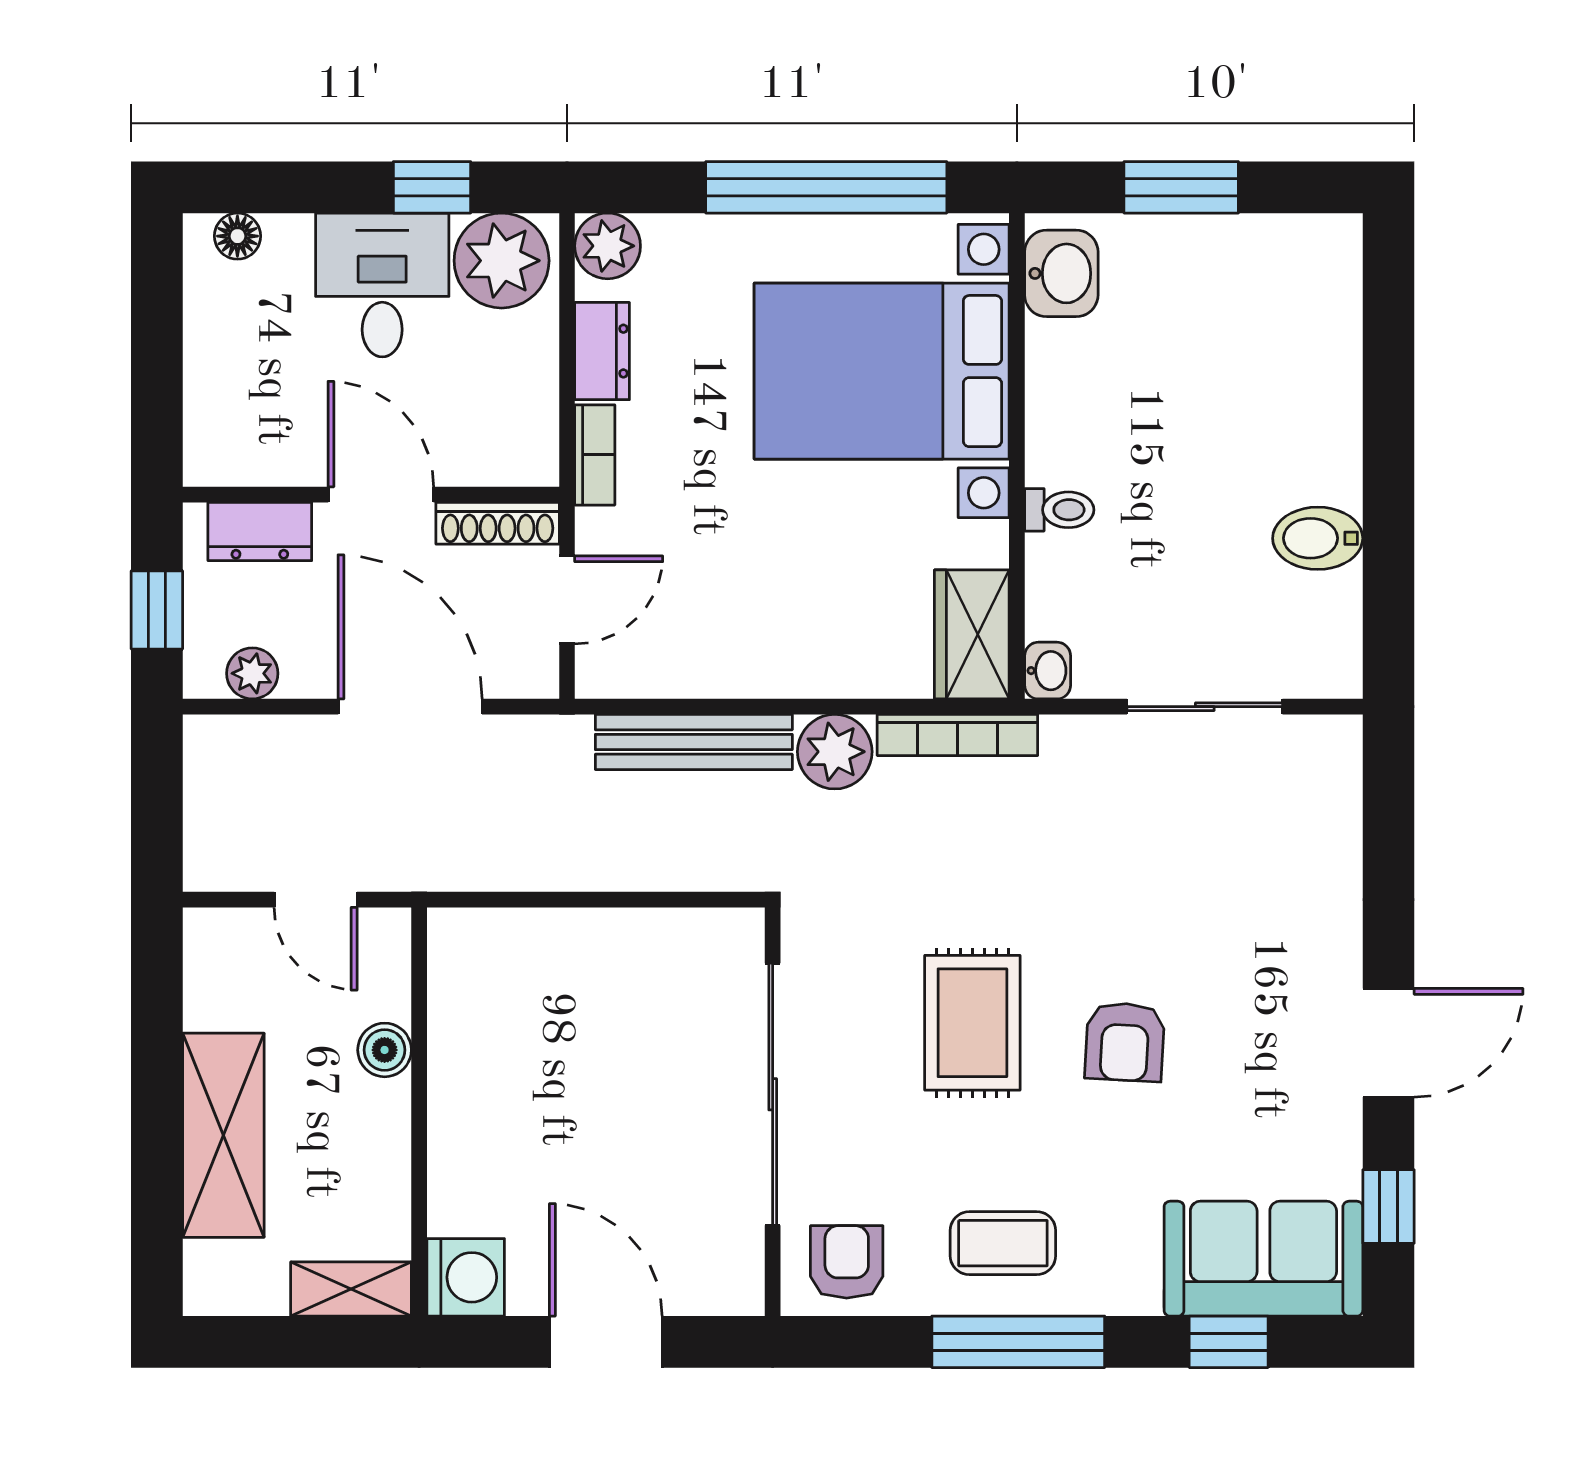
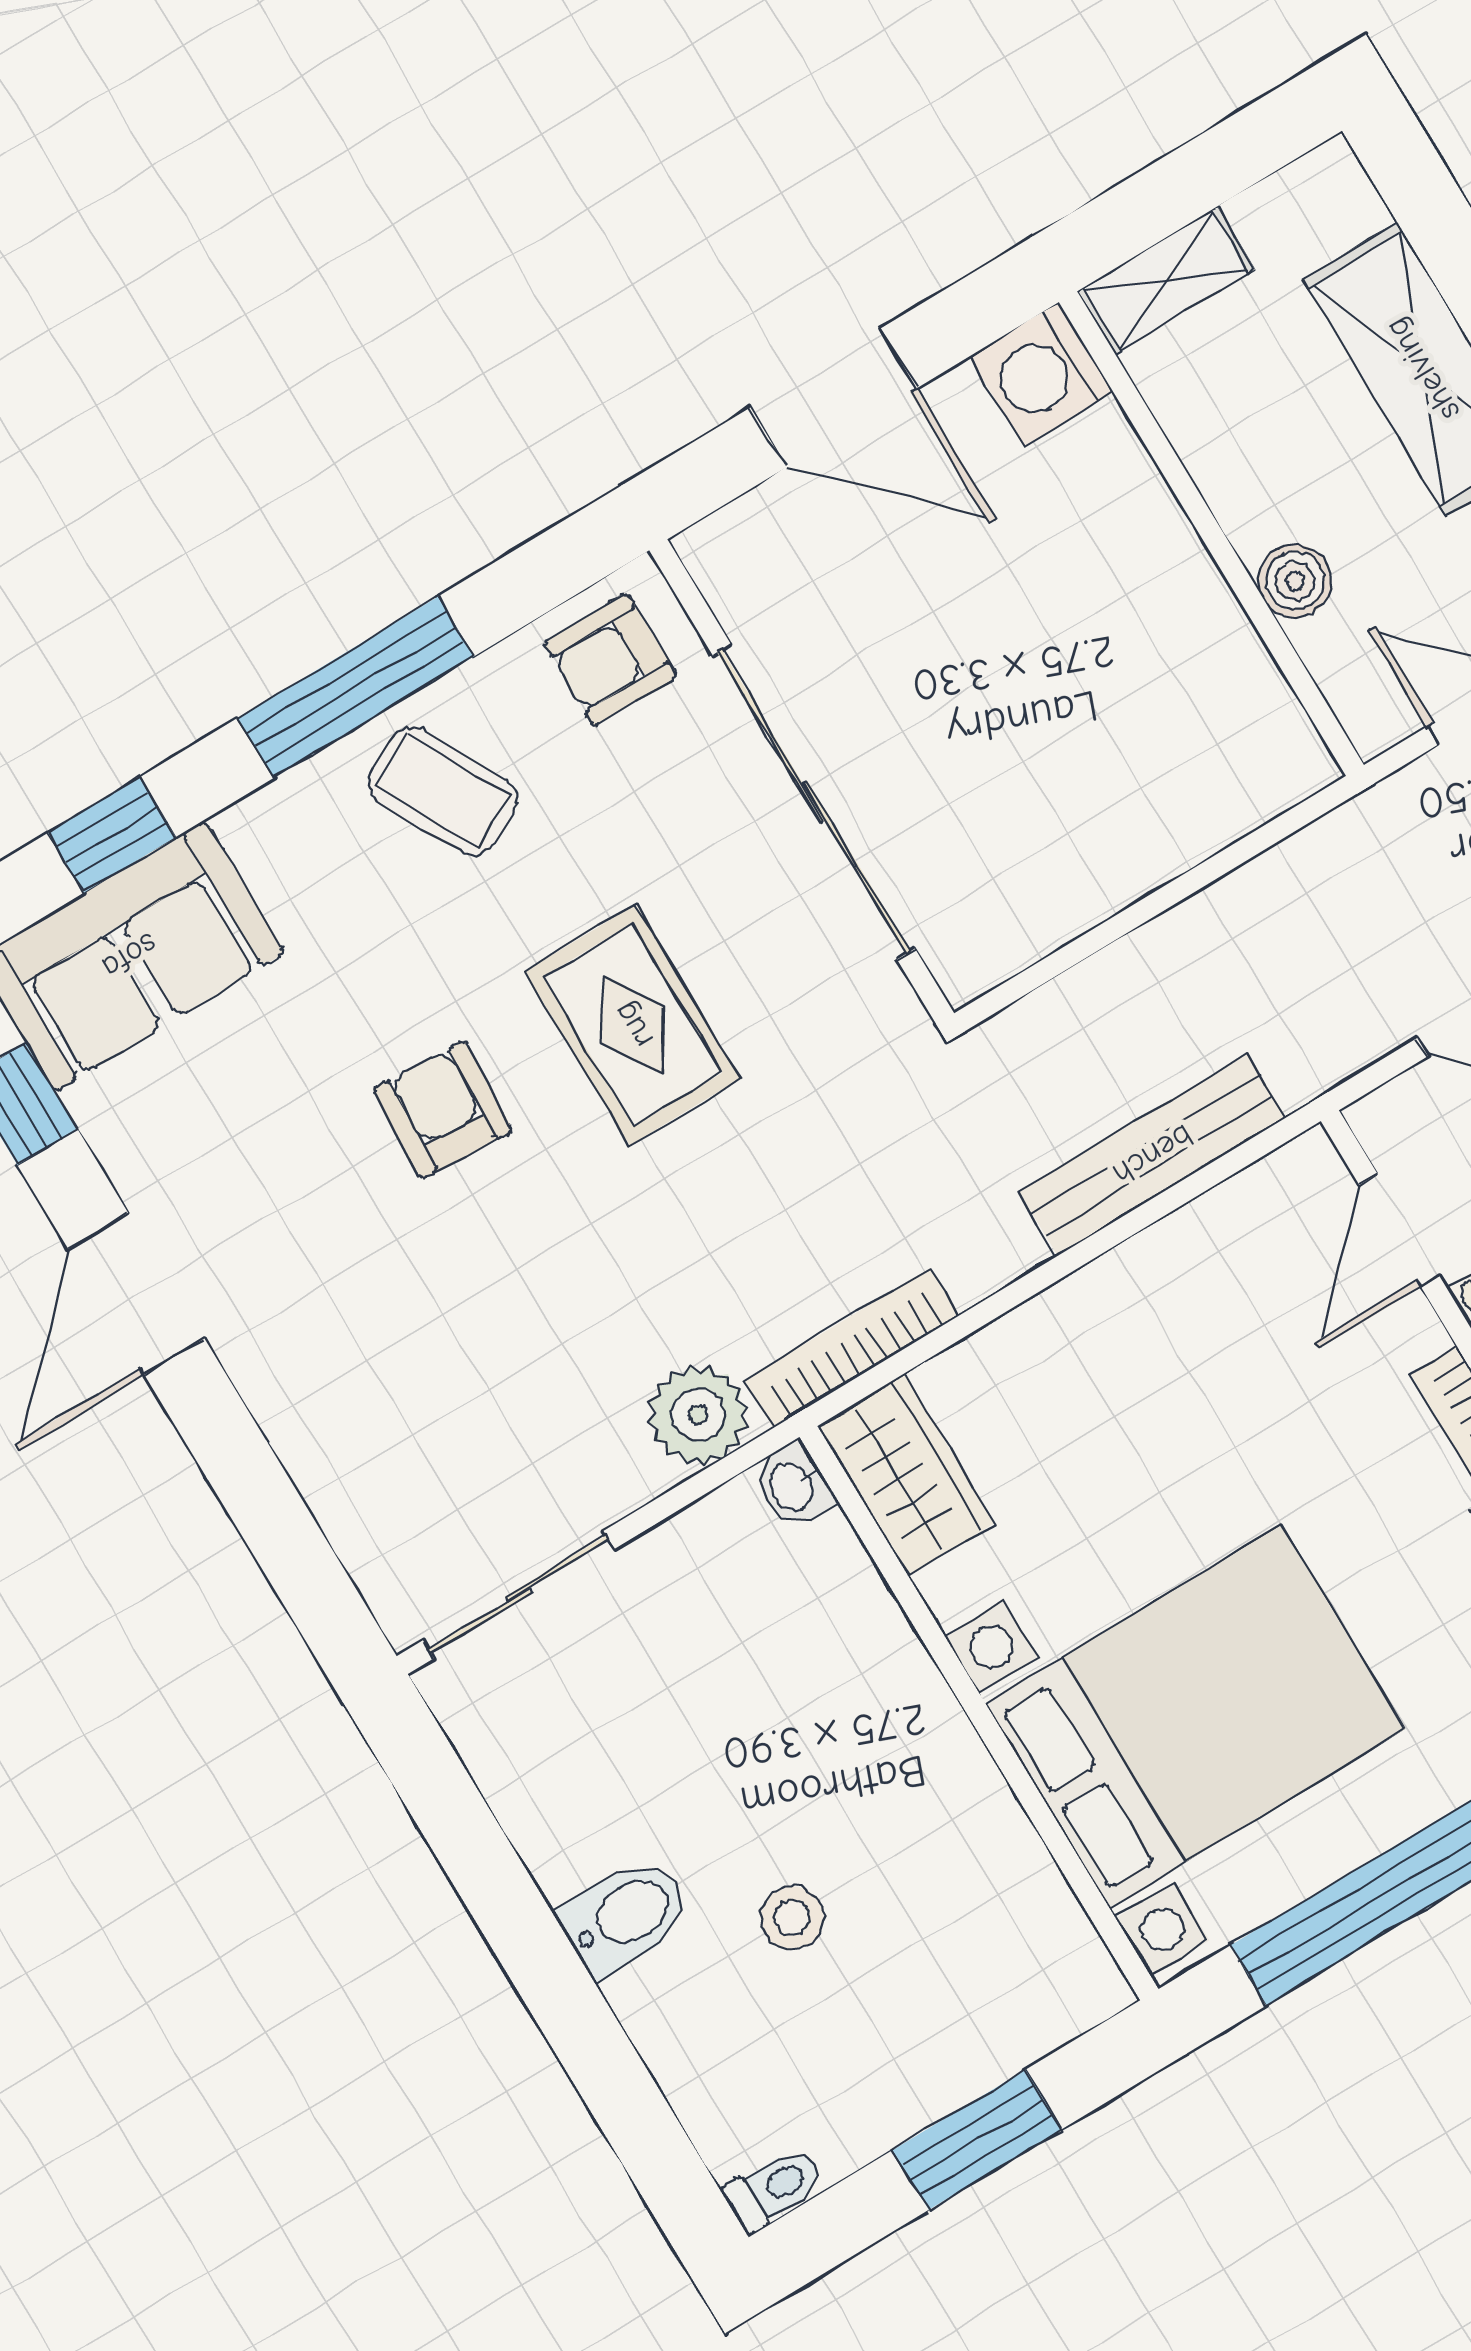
washbasin: (1061, 273) -> (1056, 1956), removed
stool: (1213, 398) -> (792, 1918), added
toilet: (1059, 510) -> (774, 2188), moved, turned 180
bidet: (1318, 538) -> (625, 1916), moved
sliding door: (1205, 707) -> (519, 1595), moved
plant: (835, 752) -> (698, 1415), moved
coffee table: (1003, 1243) -> (443, 791), turned 62
armchair: (847, 1262) -> (610, 659), turned 90

